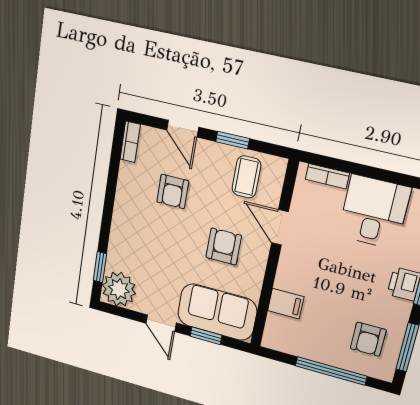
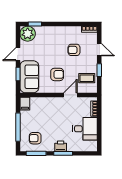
door: (183, 129) -> (99, 50), swing flipped
filing cabinet: (286, 304) -> (25, 104), moved

